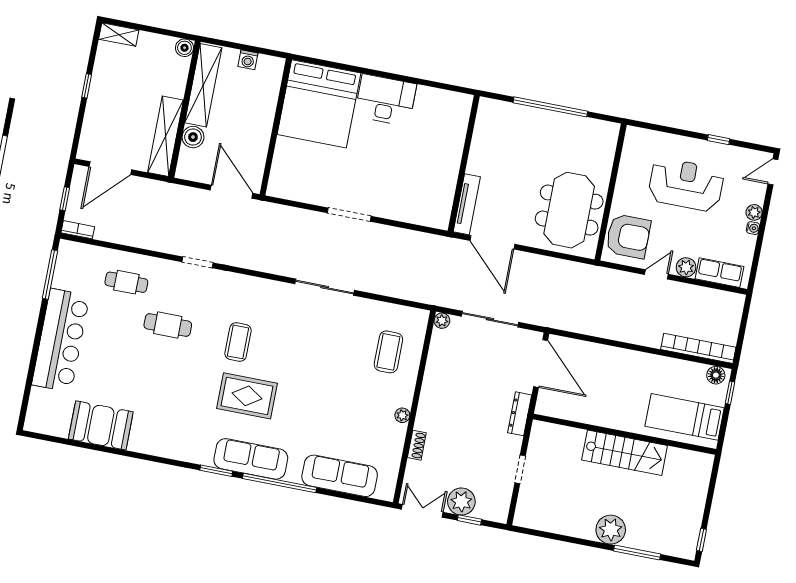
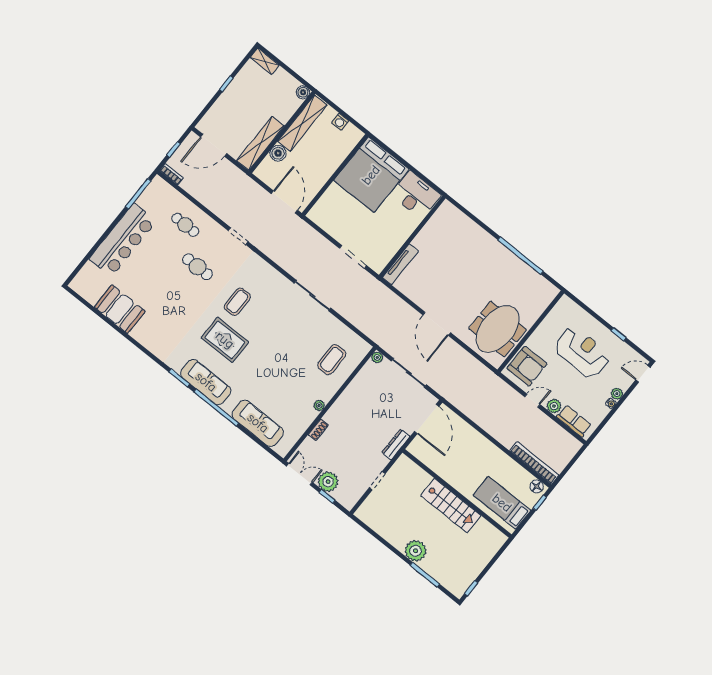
wall: (464, 163) -> (412, 237), moved
tv unit: (467, 204) -> (400, 264), moved

